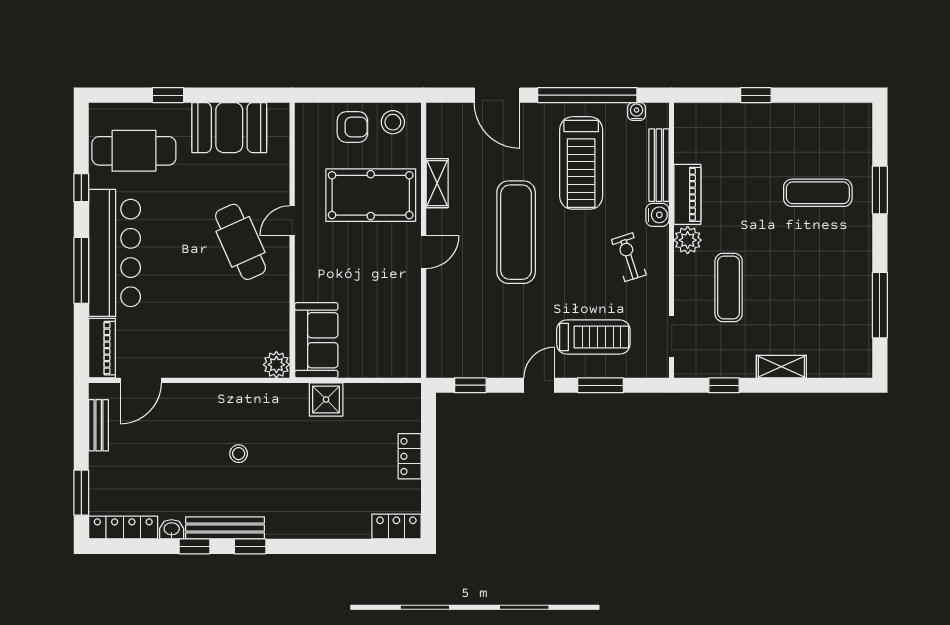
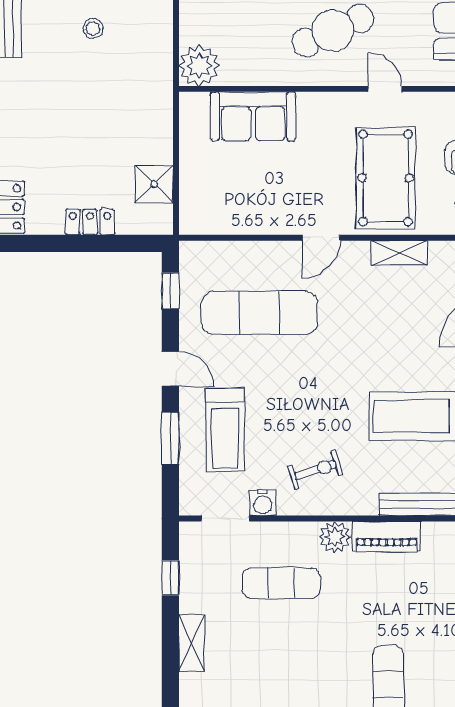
water cooler: (657, 215) -> (263, 503), moved
door: (292, 221) -> (385, 89), moved
exercise mat: (516, 232) -> (259, 313), moved
door: (424, 252) -> (321, 238), hinge flipped
sofa: (316, 340) -> (253, 116), moved
plant: (276, 365) -> (199, 66), width x1.36, depth x1.36
shower: (326, 399) -> (154, 184), moved

